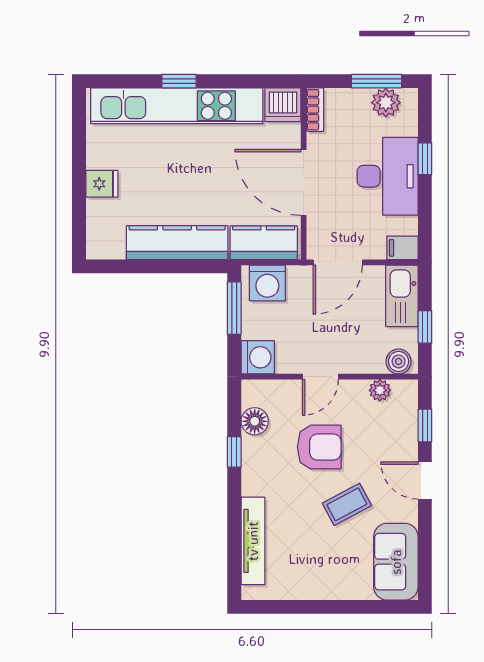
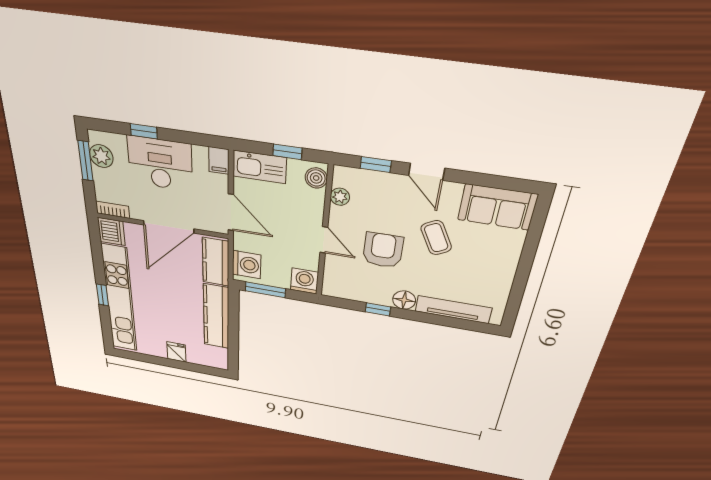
floor lamp: (255, 421) -> (404, 300), moved
door: (425, 481) -> (427, 172), hinge flipped

